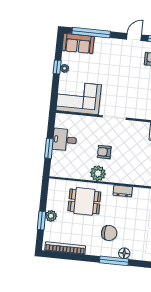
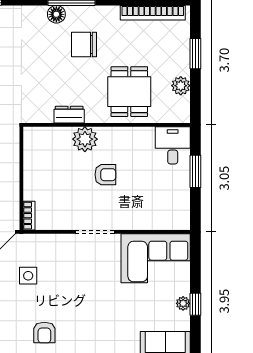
desk: (65, 140) -> (173, 145), moved, turned -90
plant: (98, 173) -> (85, 139), moved
dining table: (84, 201) -> (129, 92), turned 90
plant: (51, 216) -> (181, 86), moved

